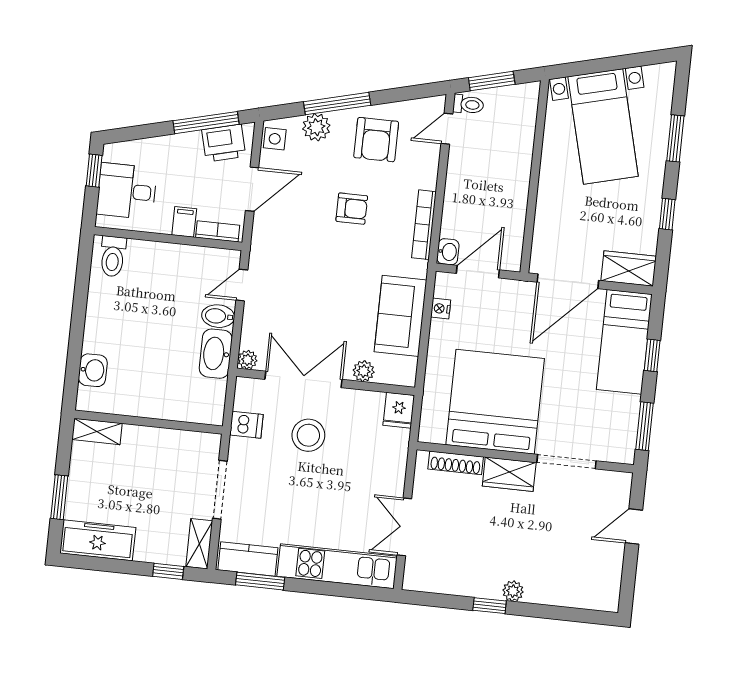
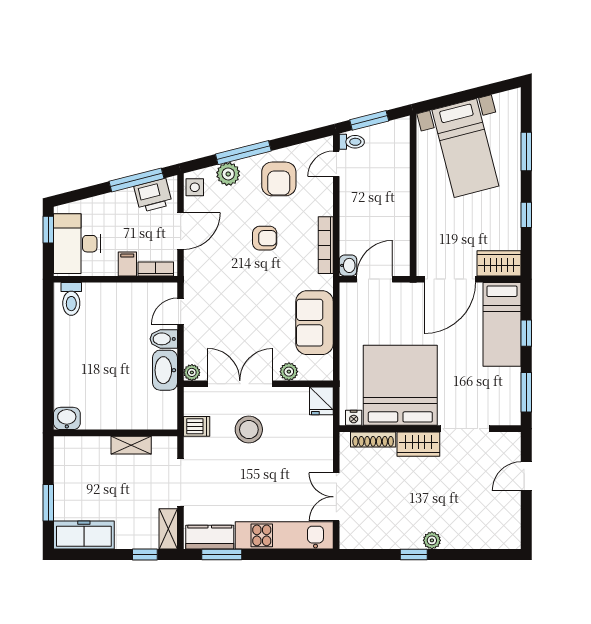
desk: (127, 191) -> (77, 244), width x1.37
nightstand: (441, 309) -> (354, 418), moved, turned -90
washbasin: (93, 370) -> (67, 418), moved, turned -90
shelving: (97, 431) -> (131, 445), moved

